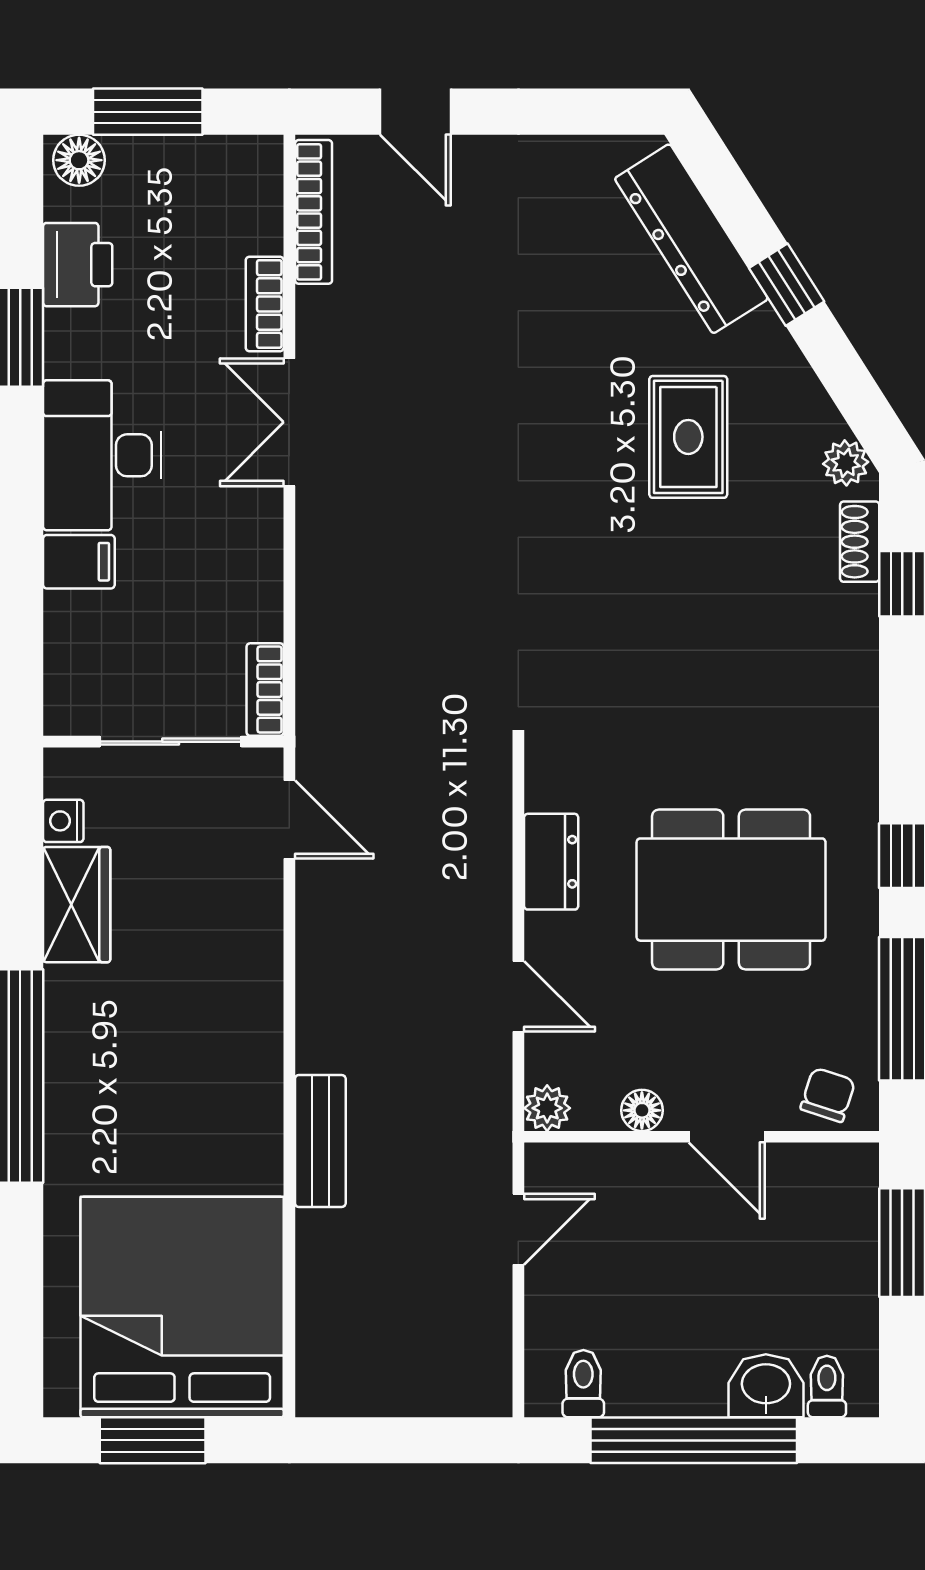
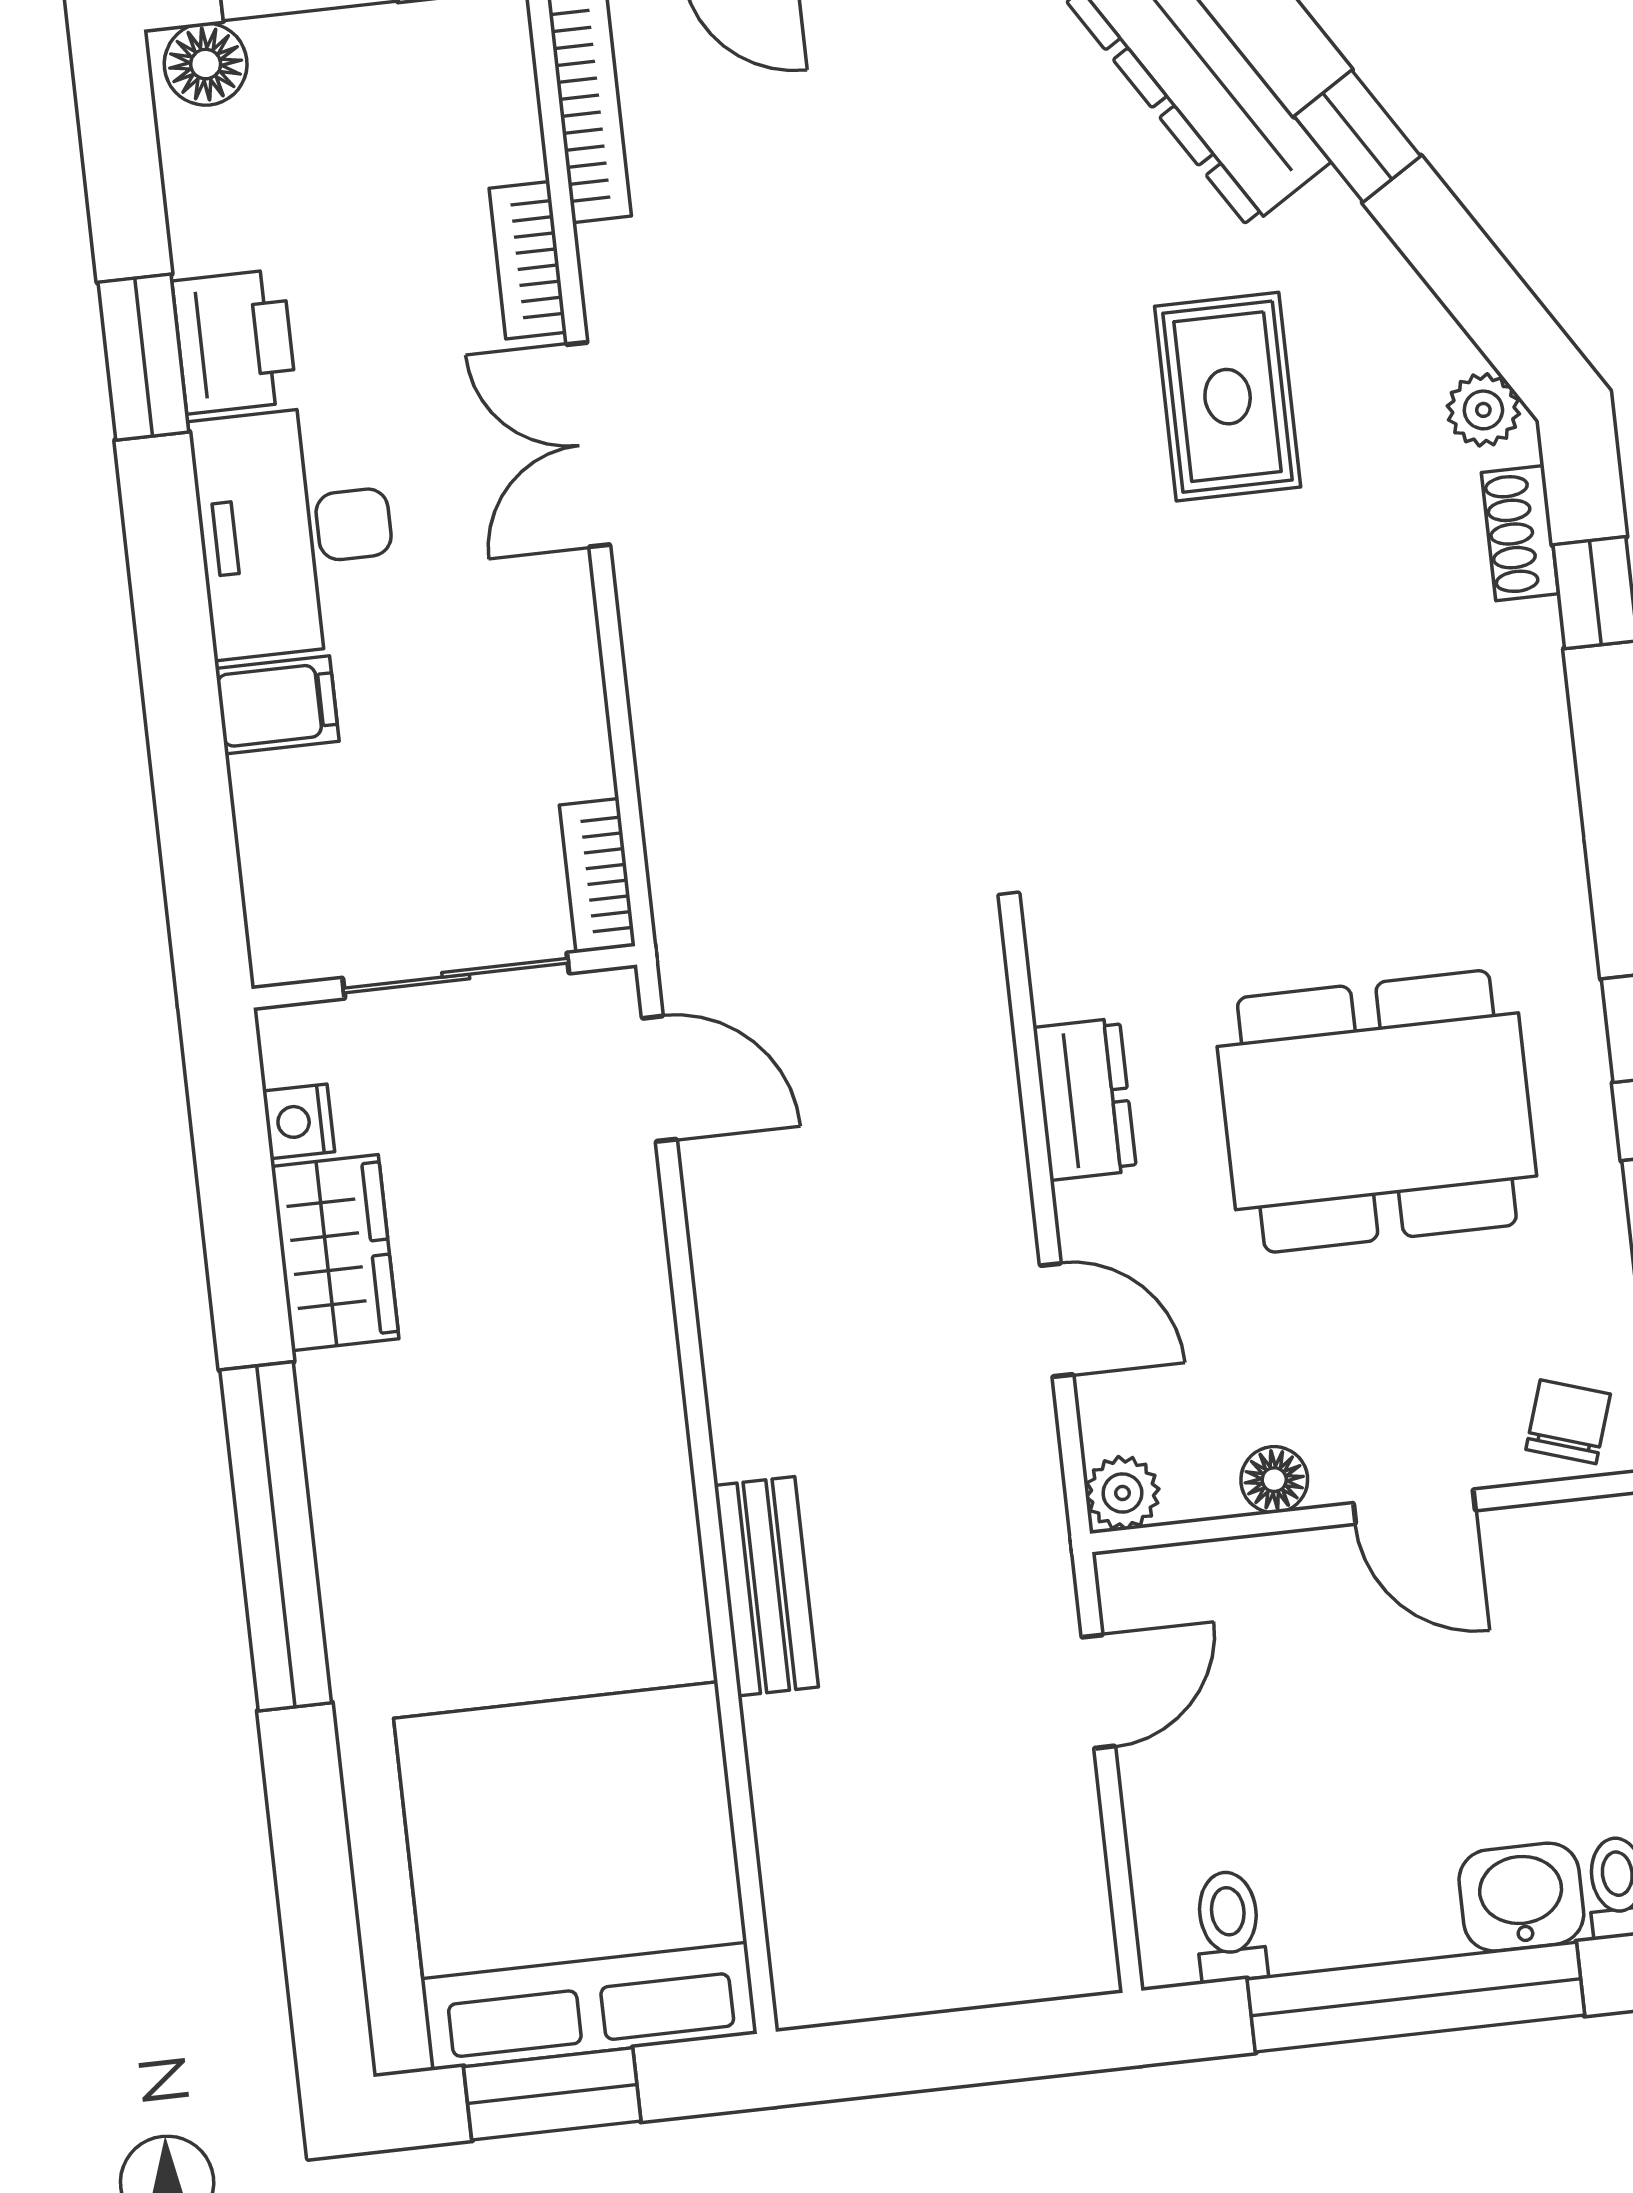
printer: (78, 265) -> (235, 341), moved

